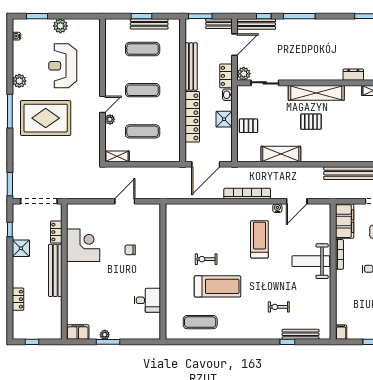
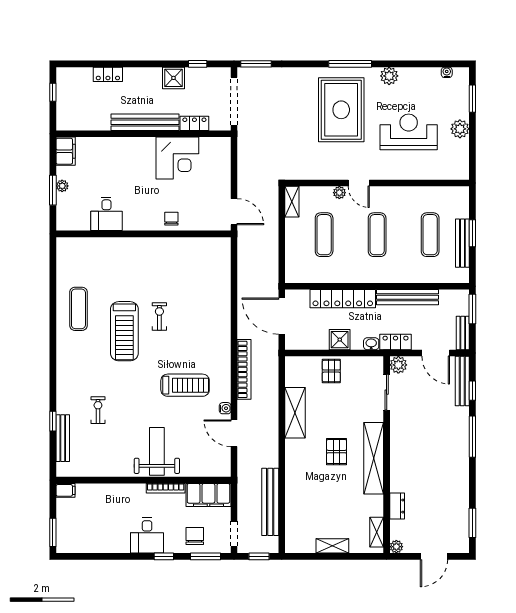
wall: (163, 272) -> (143, 234), moved
desk: (147, 300) -> (106, 214), moved

